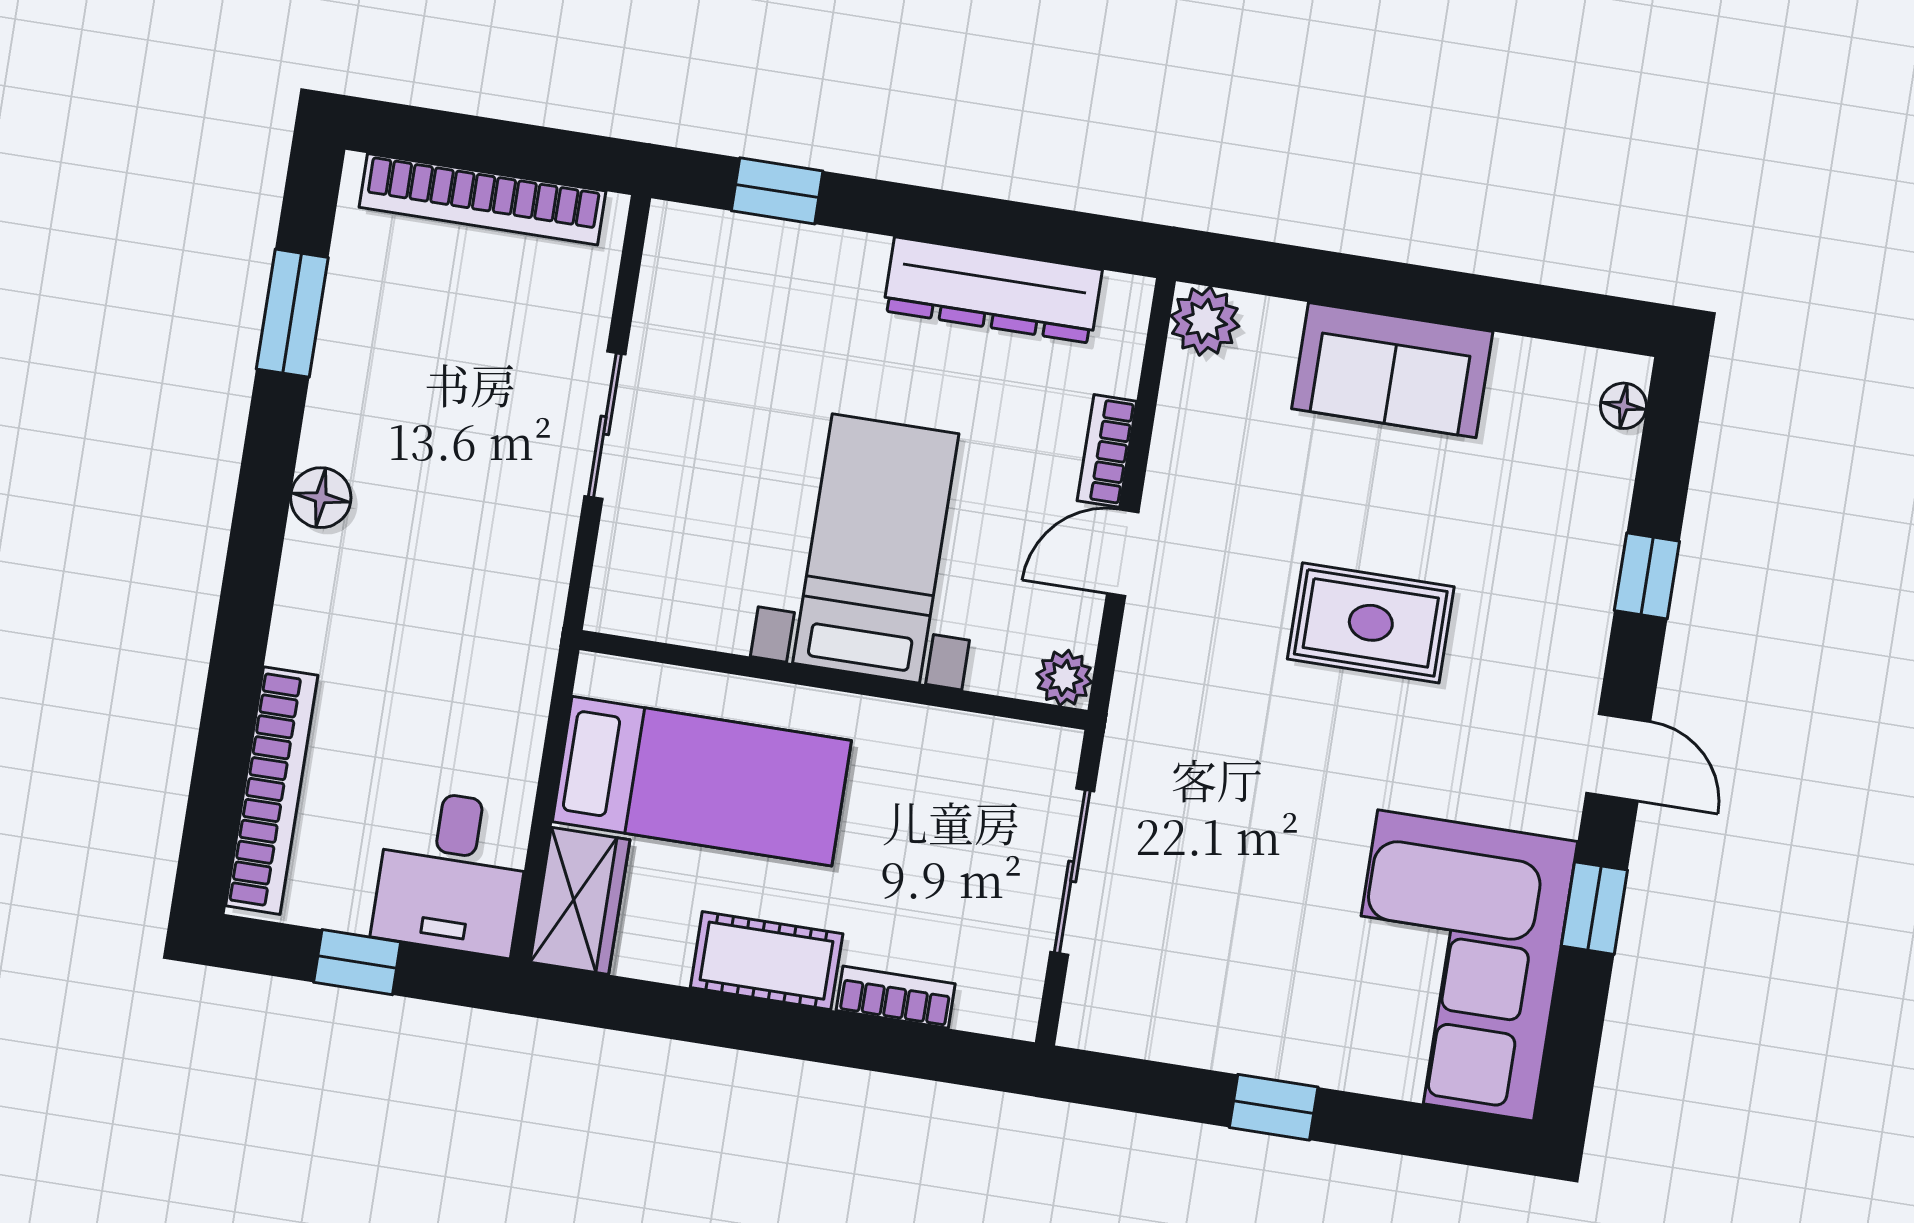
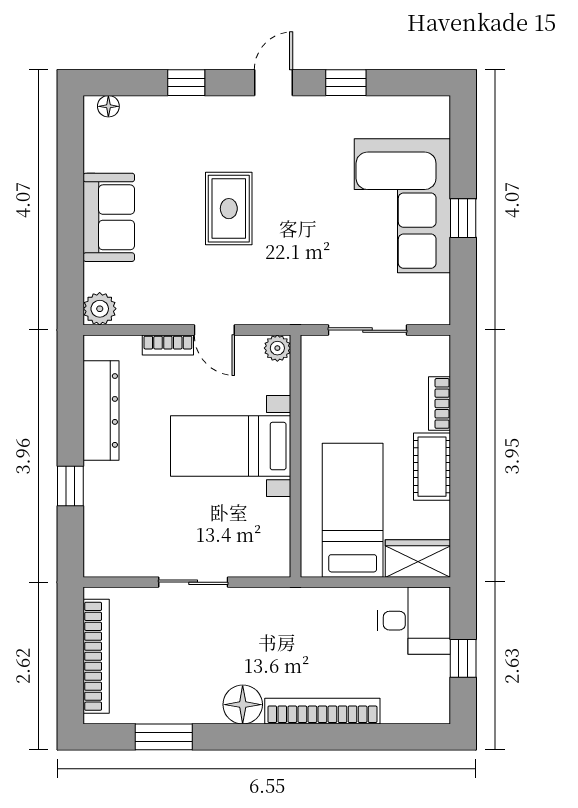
window: (777, 191) -> (70, 486), moved
floor lamp: (321, 498) -> (243, 705), width x1.38, depth x1.38
bookcase: (272, 791) -> (322, 711), moved
corner sofa: (1456, 965) -> (402, 206), moved, turned 90

